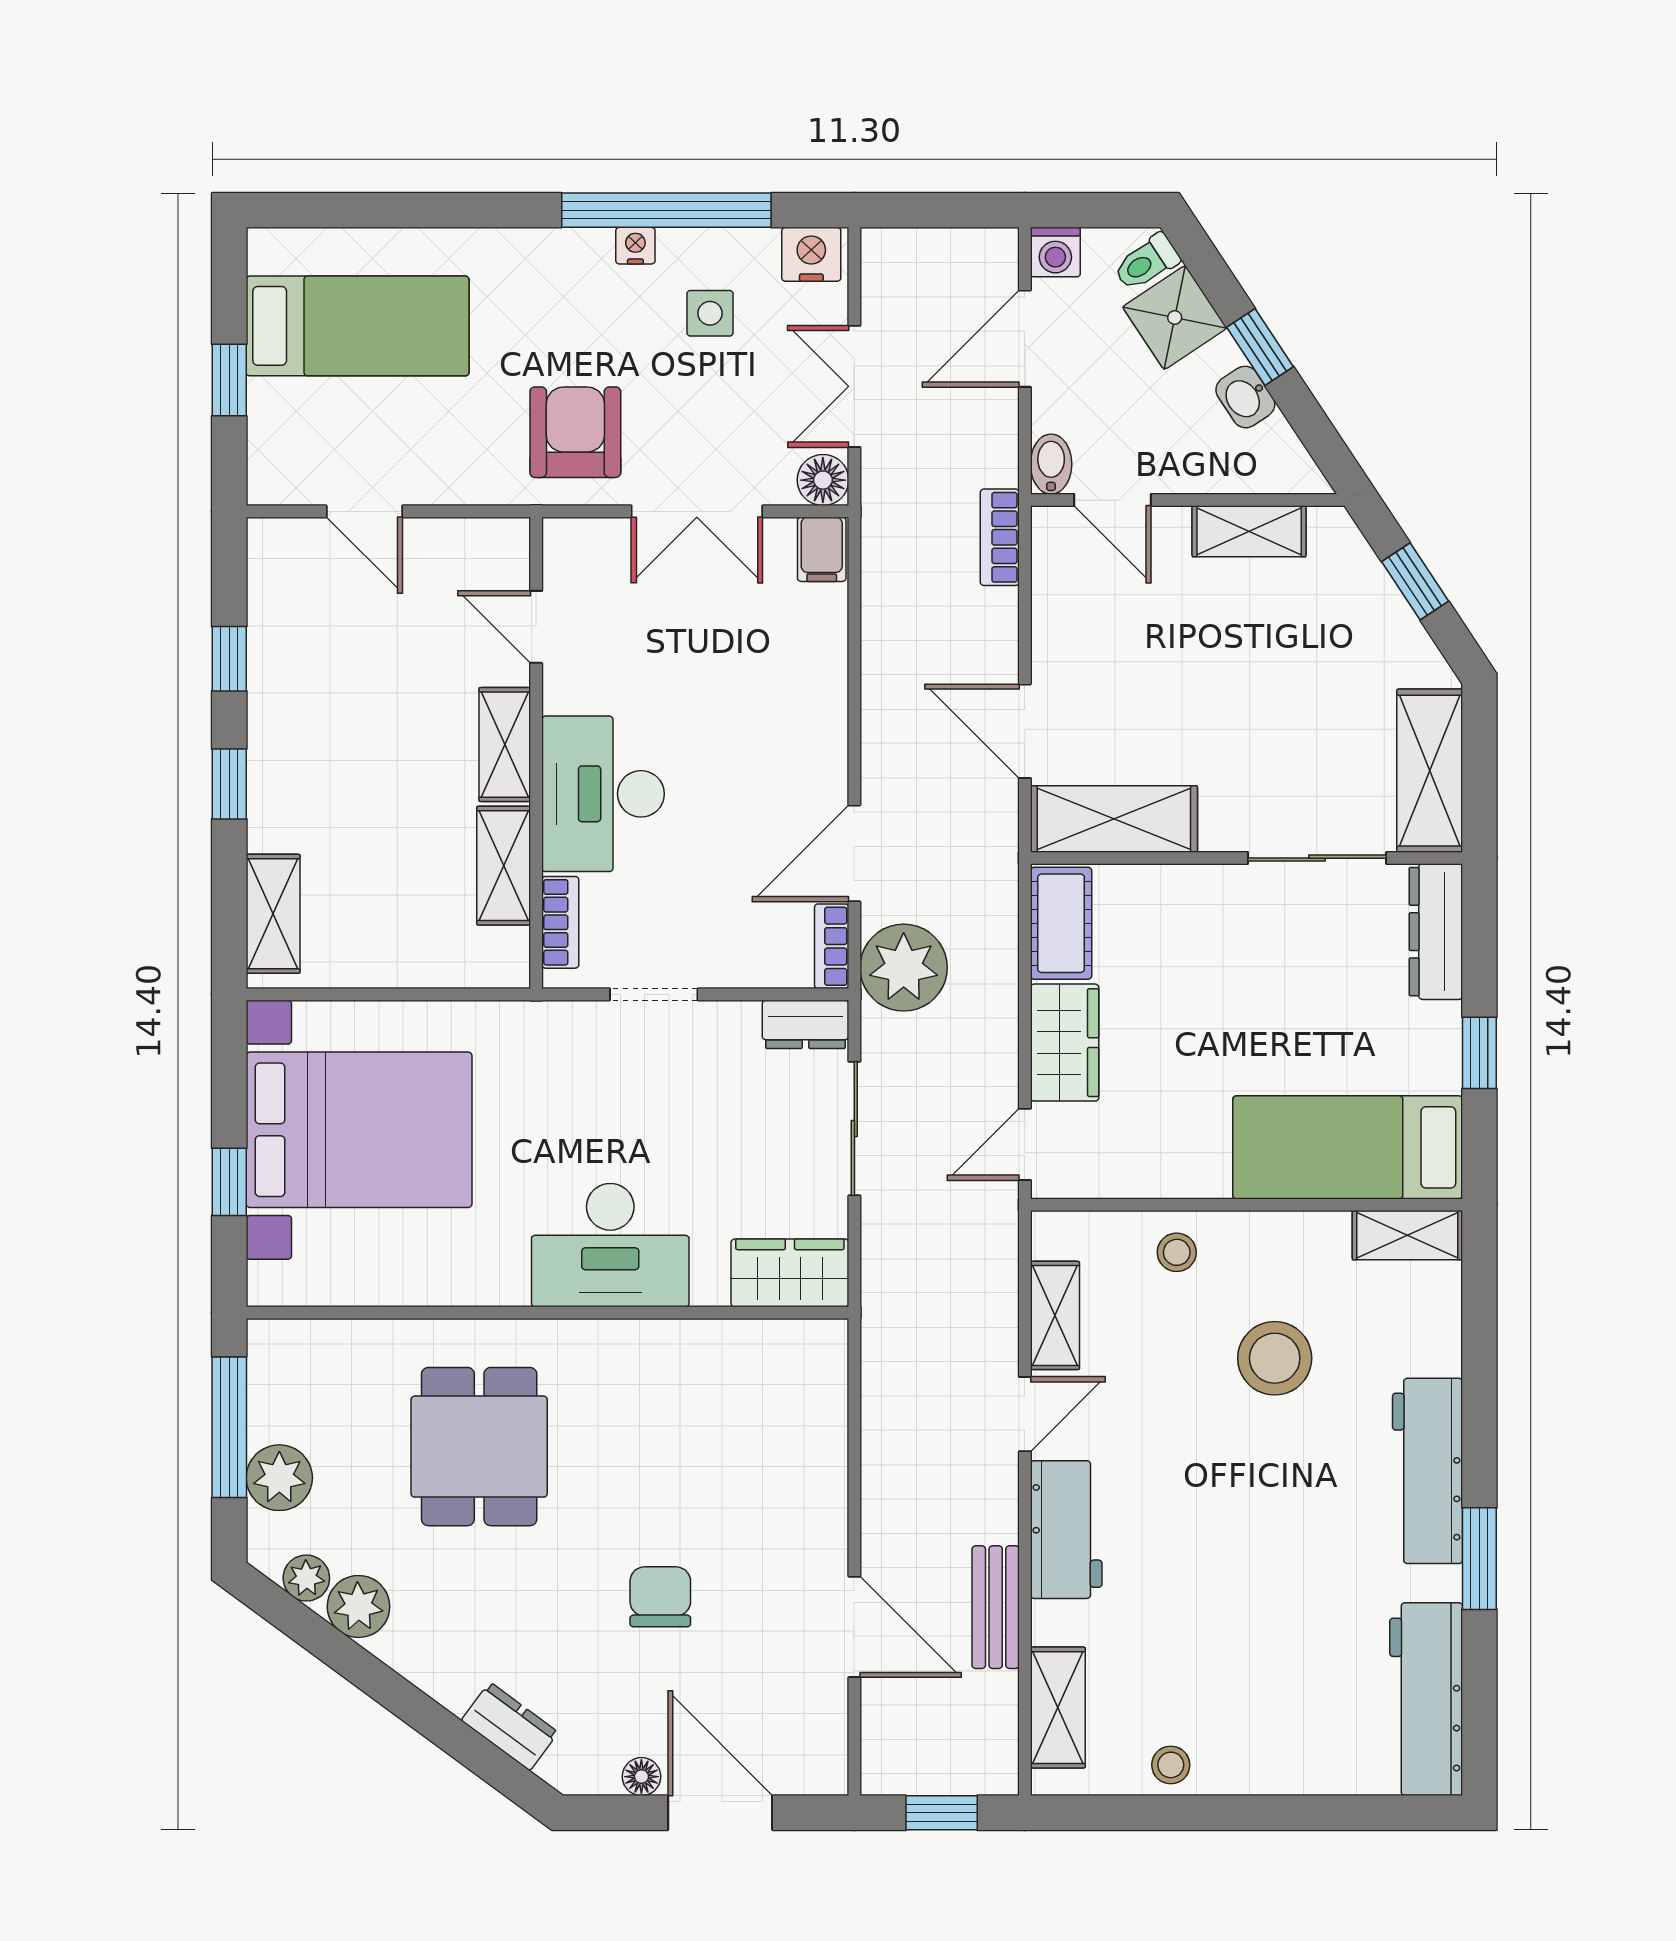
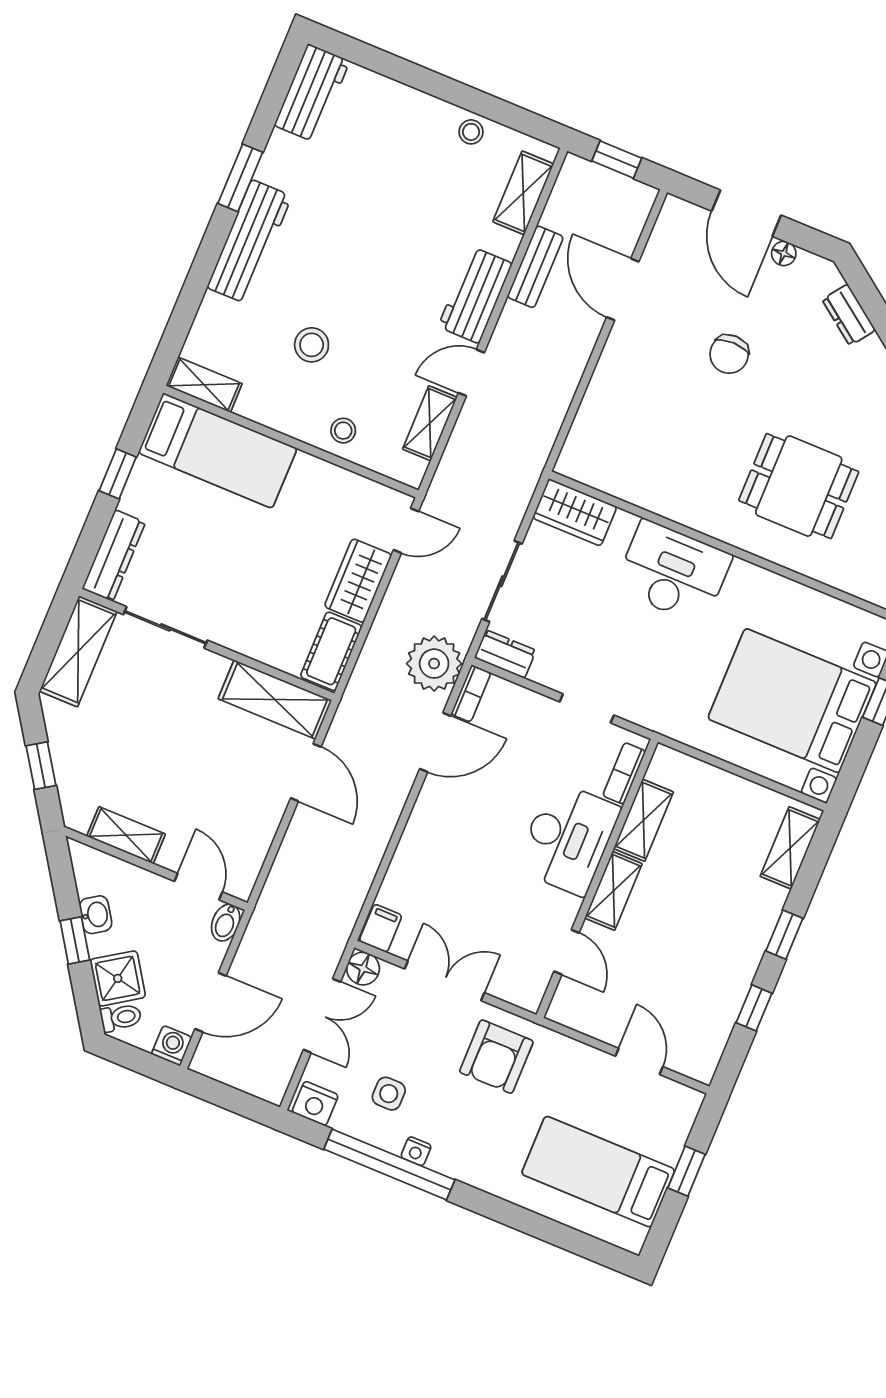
bookcase: (1000, 537) -> (273, 892), removed
stool: (1275, 1358) -> (312, 345), width x0.73, depth x0.73
dining table: (479, 1447) -> (799, 486), turned 90
workbench: (1426, 1699) -> (312, 93), width x0.73

